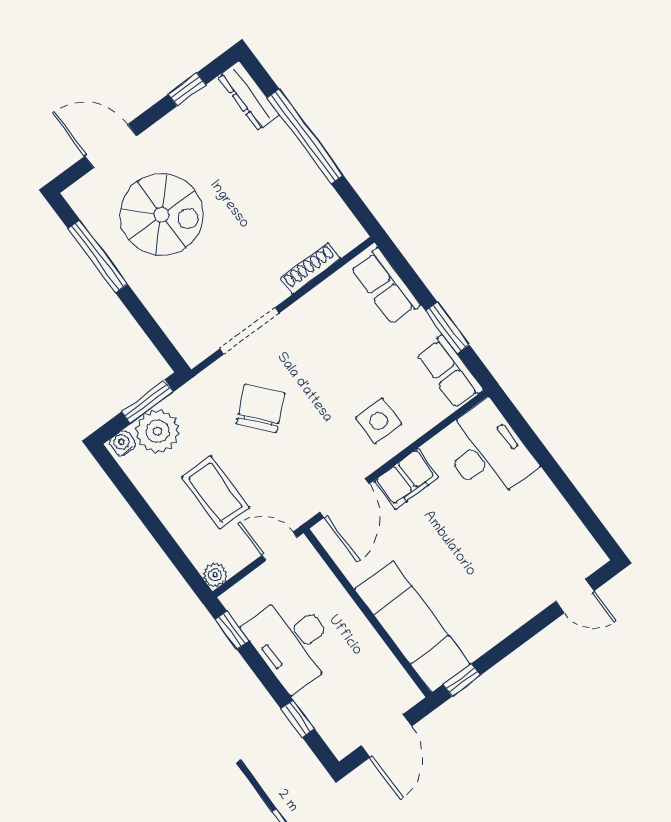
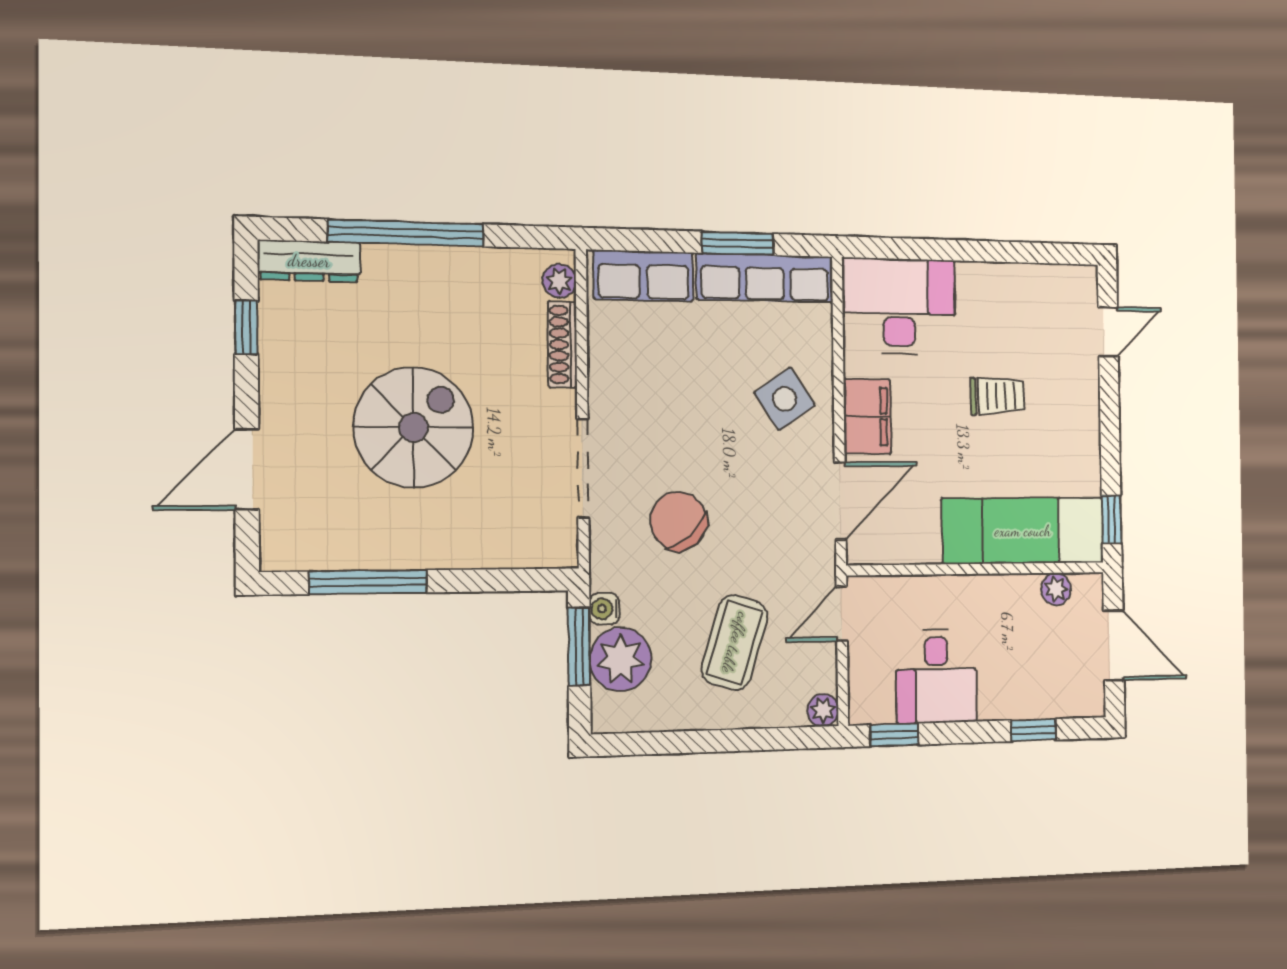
spiral stairs: (162, 215) -> (414, 427), moved
plant: (345, 241) -> (559, 281), added
row of seats: (450, 372) -> (765, 278), width x1.48
side table: (379, 421) -> (785, 399), turned -34
water cooler: (122, 443) -> (604, 609), moved
coffee table: (216, 492) -> (735, 643), turned -72
door: (345, 498) -> (840, 501), hinge flipped
trolley: (481, 552) -> (997, 396), added
desk: (292, 642) -> (936, 676), width x0.73
plant: (393, 673) -> (1056, 589), added

